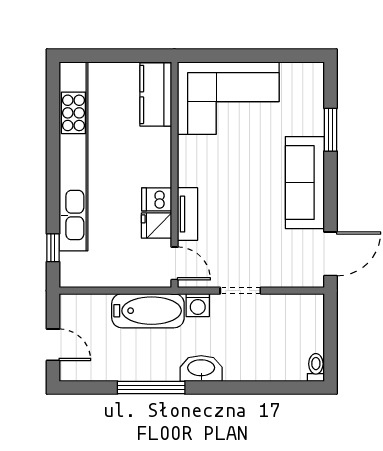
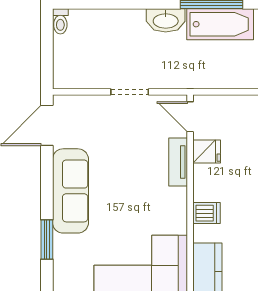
dishwasher: (157, 199) -> (206, 213), moved
washing machine: (198, 305) -> (169, 78), removed
bathtub: (148, 311) -> (220, 24), moved, turned 180

